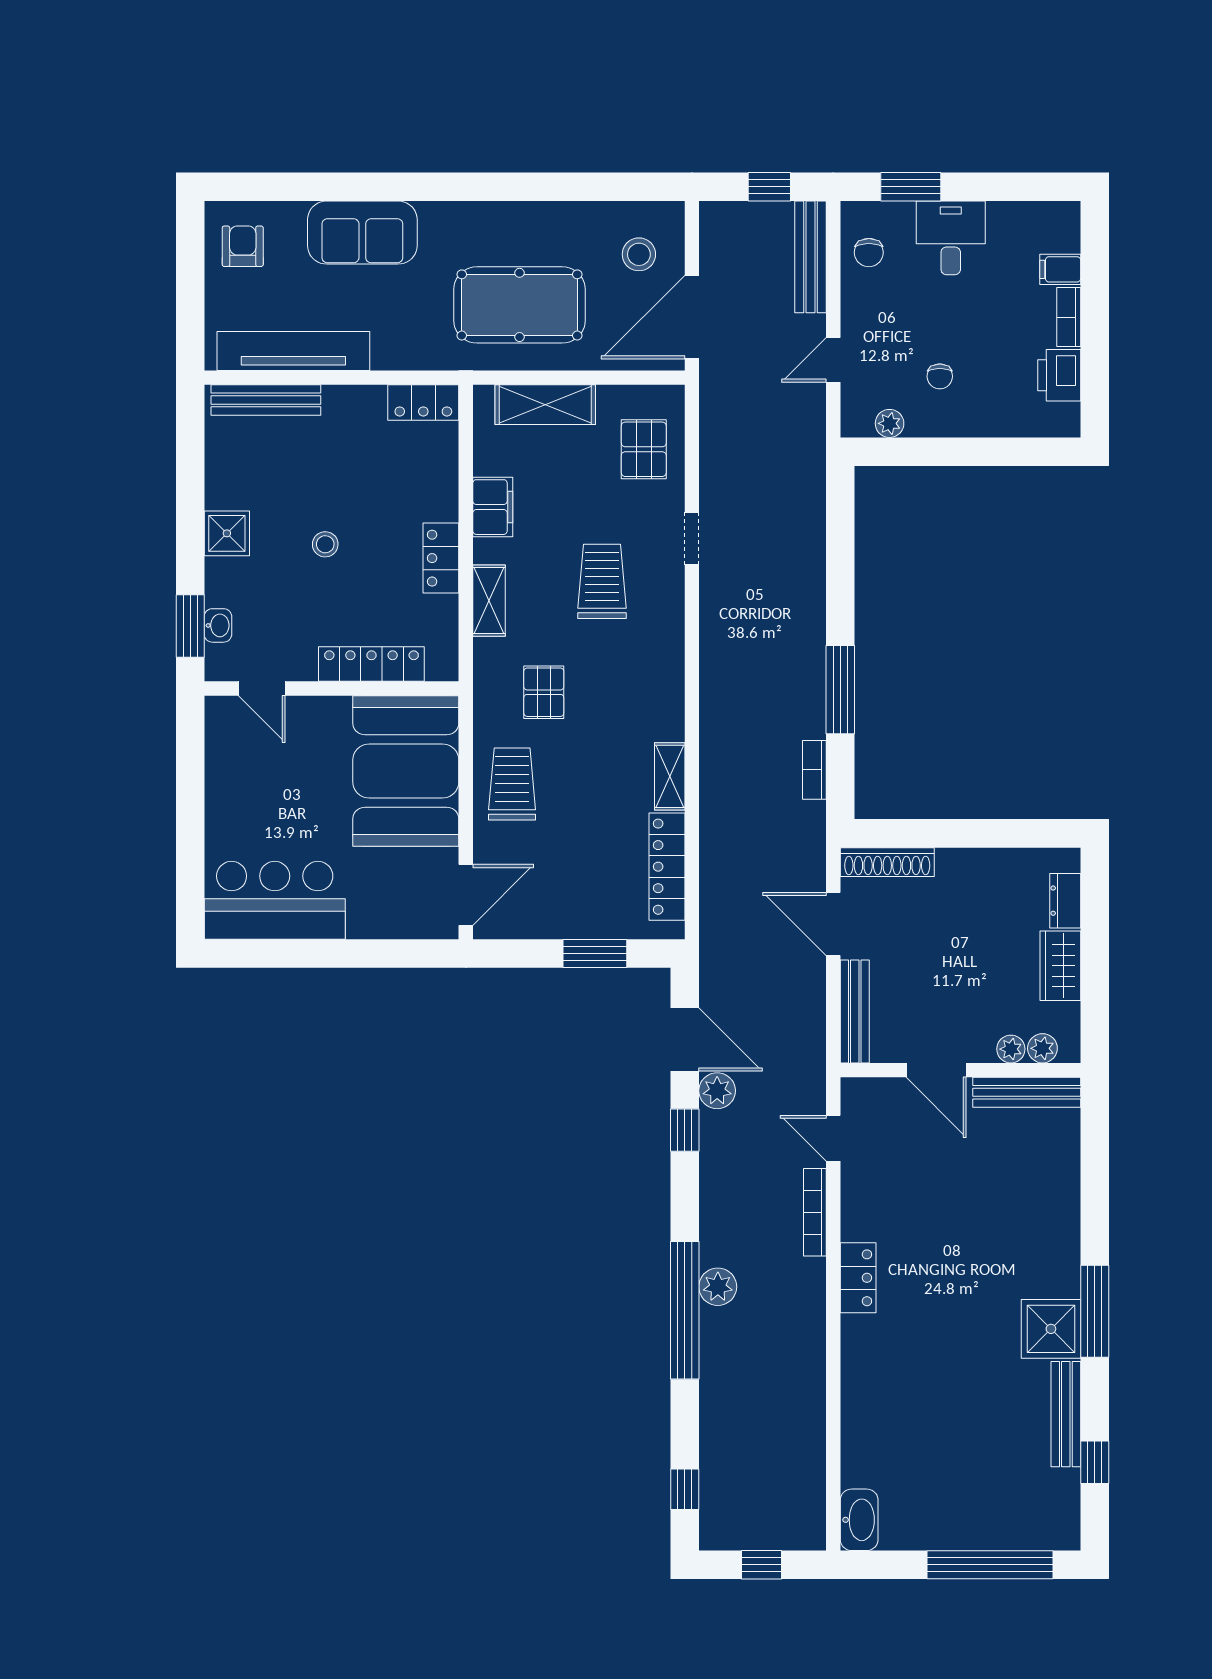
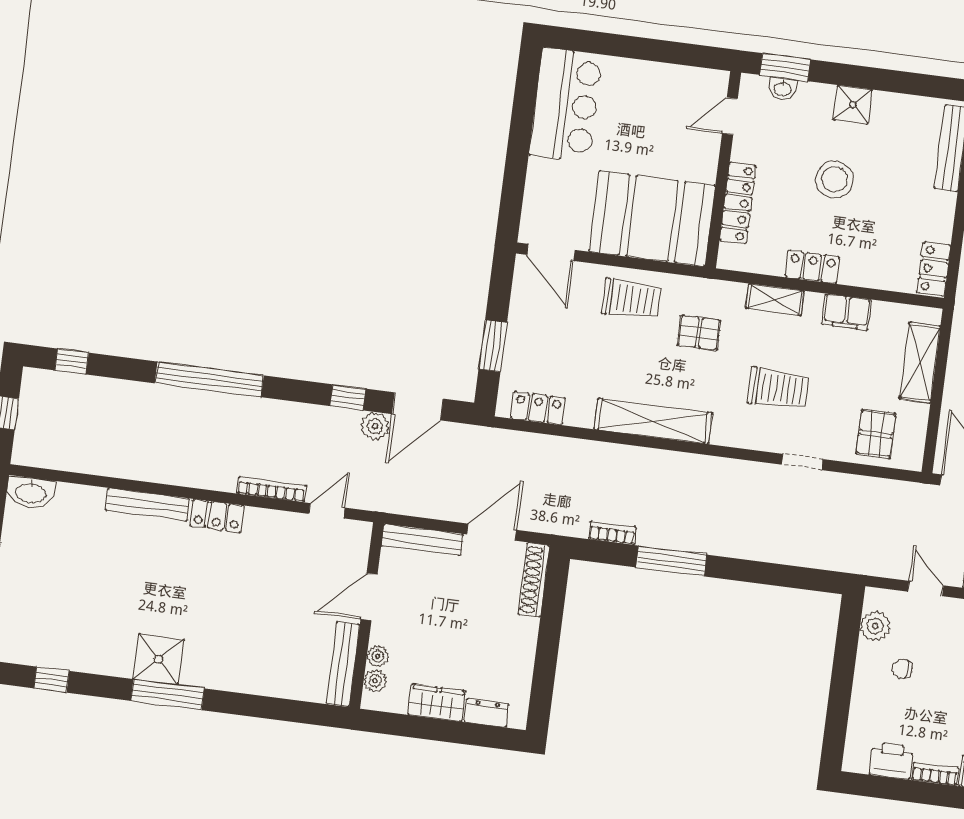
plant: (890, 423) -> (875, 626), width x1.38, depth x1.38
pallet: (644, 449) -> (876, 434), turned 90
stool: (325, 544) -> (835, 179), width x1.89, depth x1.89
shelving: (670, 776) -> (653, 421), width x2.20, depth x1.33
locker: (667, 867) -> (538, 408), width x0.66
plant: (718, 1287) -> (224, 407), removed
bench: (1066, 1414) -> (147, 505), moved

